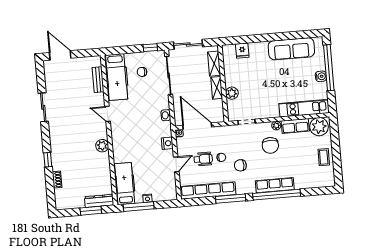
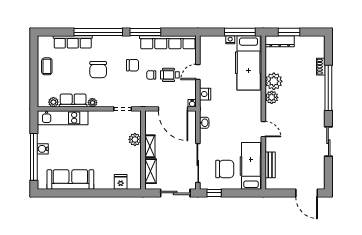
chair: (142, 72) -> (225, 169), width x1.87, depth x1.87
plant: (319, 127) -> (53, 102), width x0.53, depth x0.53
chair: (270, 145) -> (98, 70), moved, turned 180
window: (48, 160) -> (328, 88), width x3.17
plant: (101, 161) -> (274, 81), added
hospital bed: (125, 184) -> (249, 63), width x1.37, depth x1.29
row of seats: (275, 185) -> (73, 42), moved

